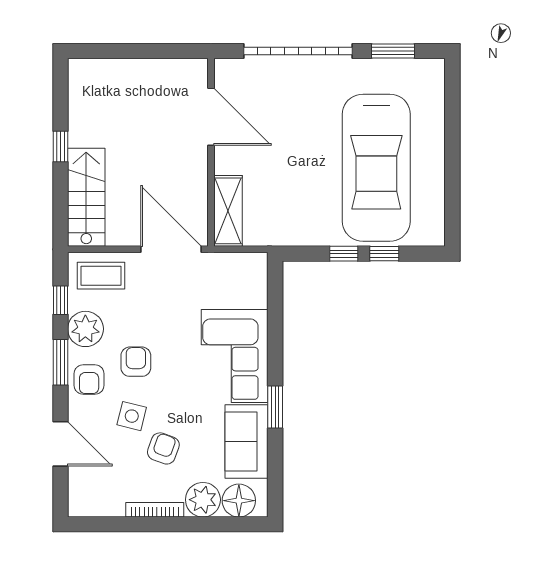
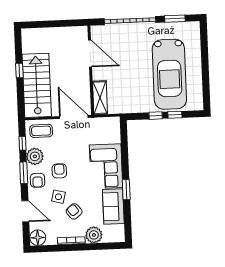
stairs: (86, 197) -> (37, 85), width x1.36, depth x1.51
armchair: (163, 448) -> (74, 211), turned -59
floor lamp: (239, 501) -> (38, 238), moved

